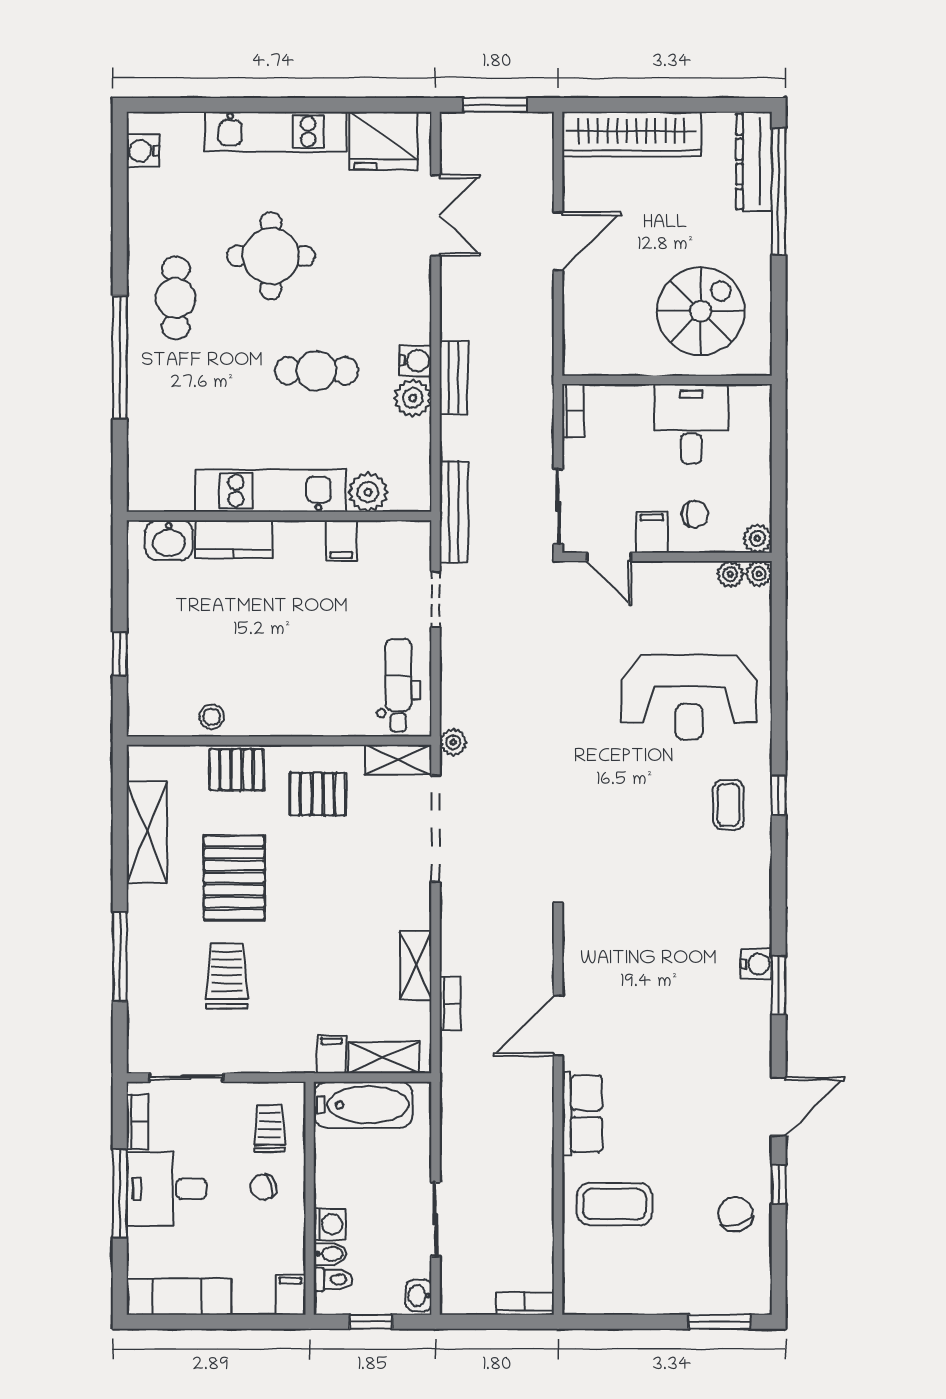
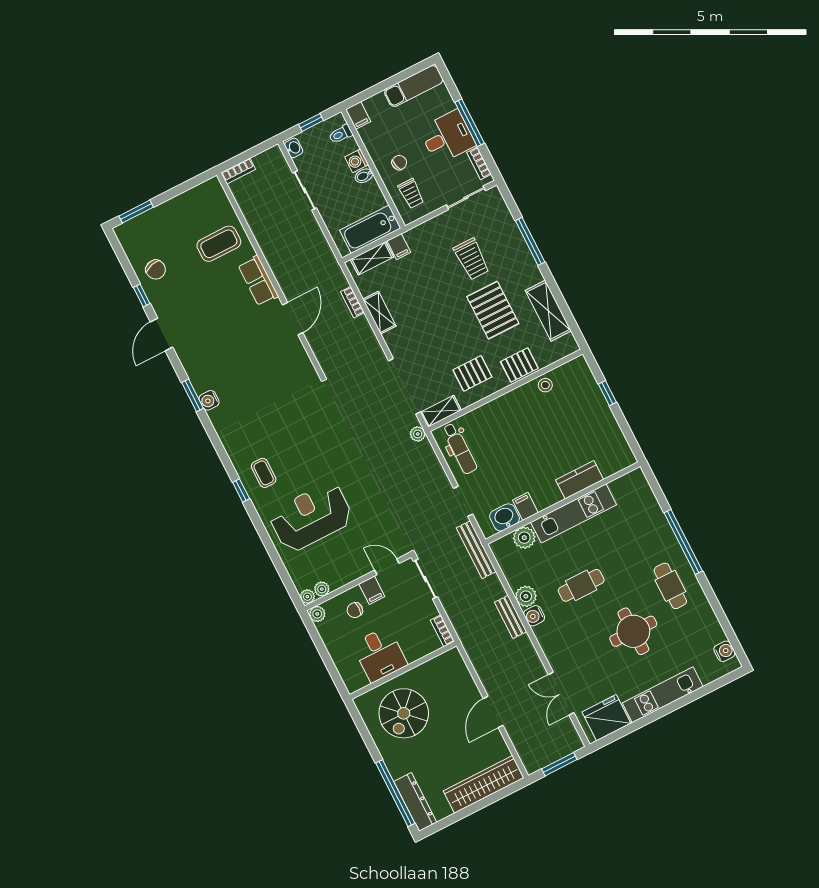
washbasin: (169, 540) -> (505, 517), moved
bidet: (330, 1254) -> (364, 176), moved

